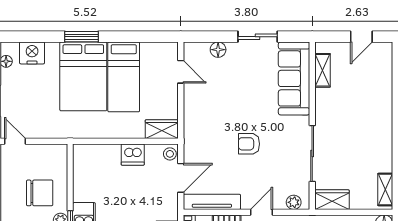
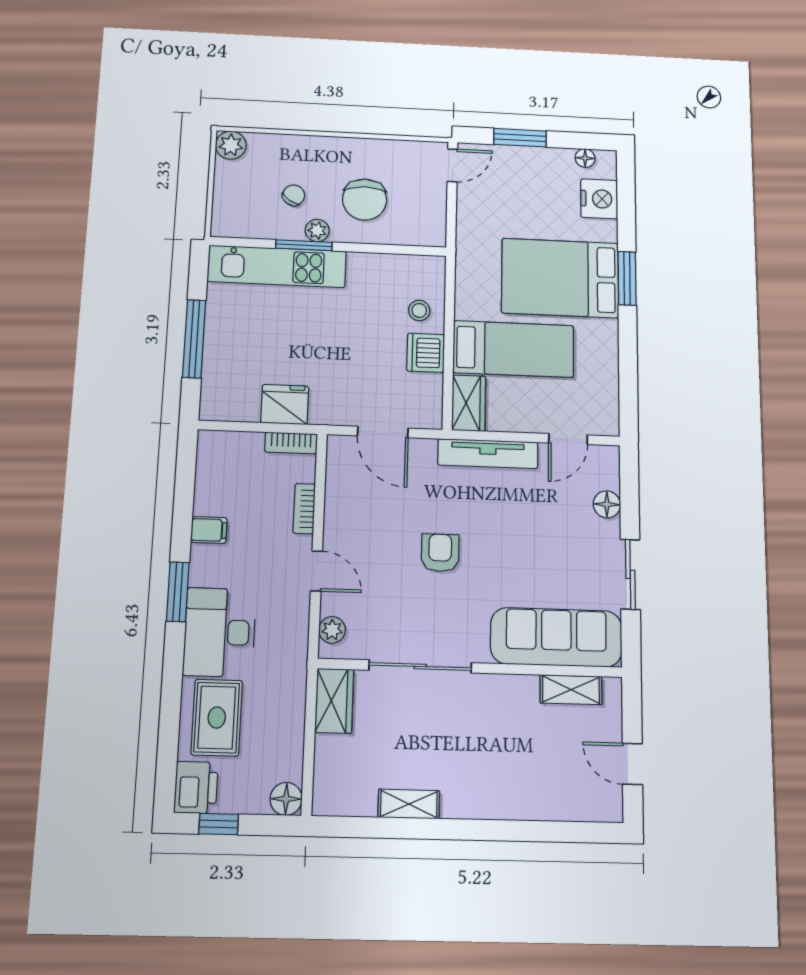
bed: (124, 77) -> (513, 349), moved, turned 180
stool: (170, 154) -> (419, 310), moved
shelving: (385, 190) -> (409, 804), moved
tv unit: (212, 202) -> (488, 454), moved, turned 90

